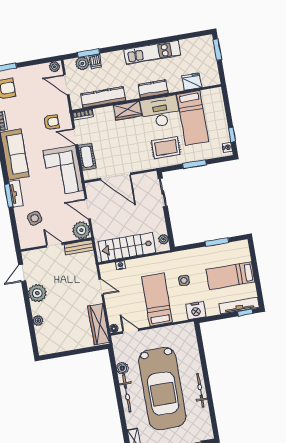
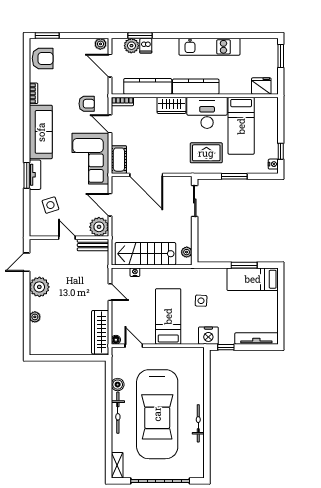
fridge: (192, 82) -> (261, 86), moved
kitchen counter: (153, 89) -> (196, 87), width x1.50
cot: (87, 157) -> (119, 160), moved
bed: (230, 276) -> (253, 279), moved
window: (245, 312) -> (226, 347), moved

